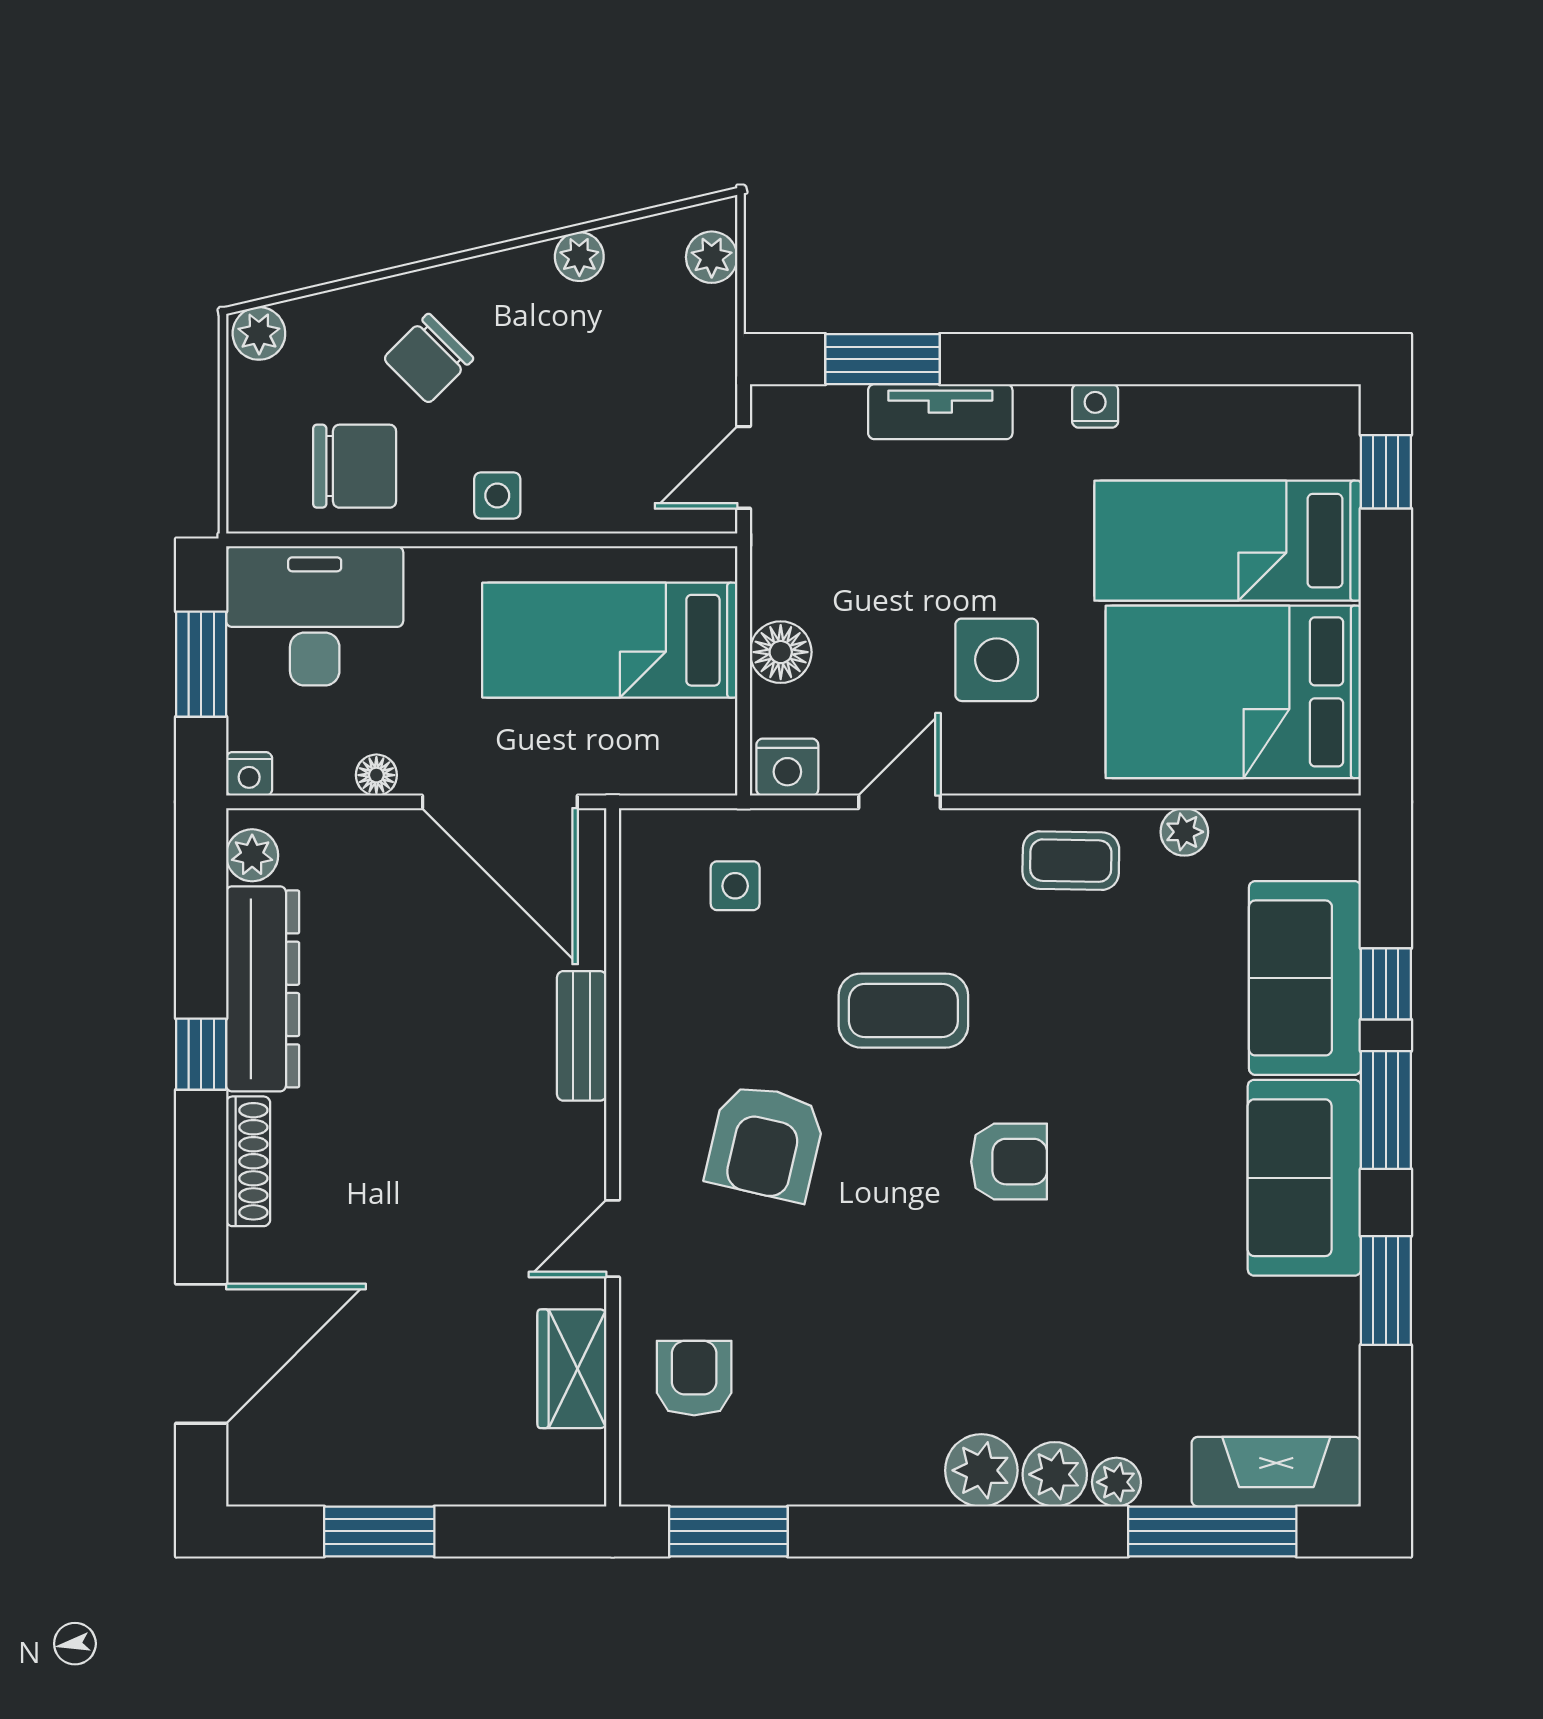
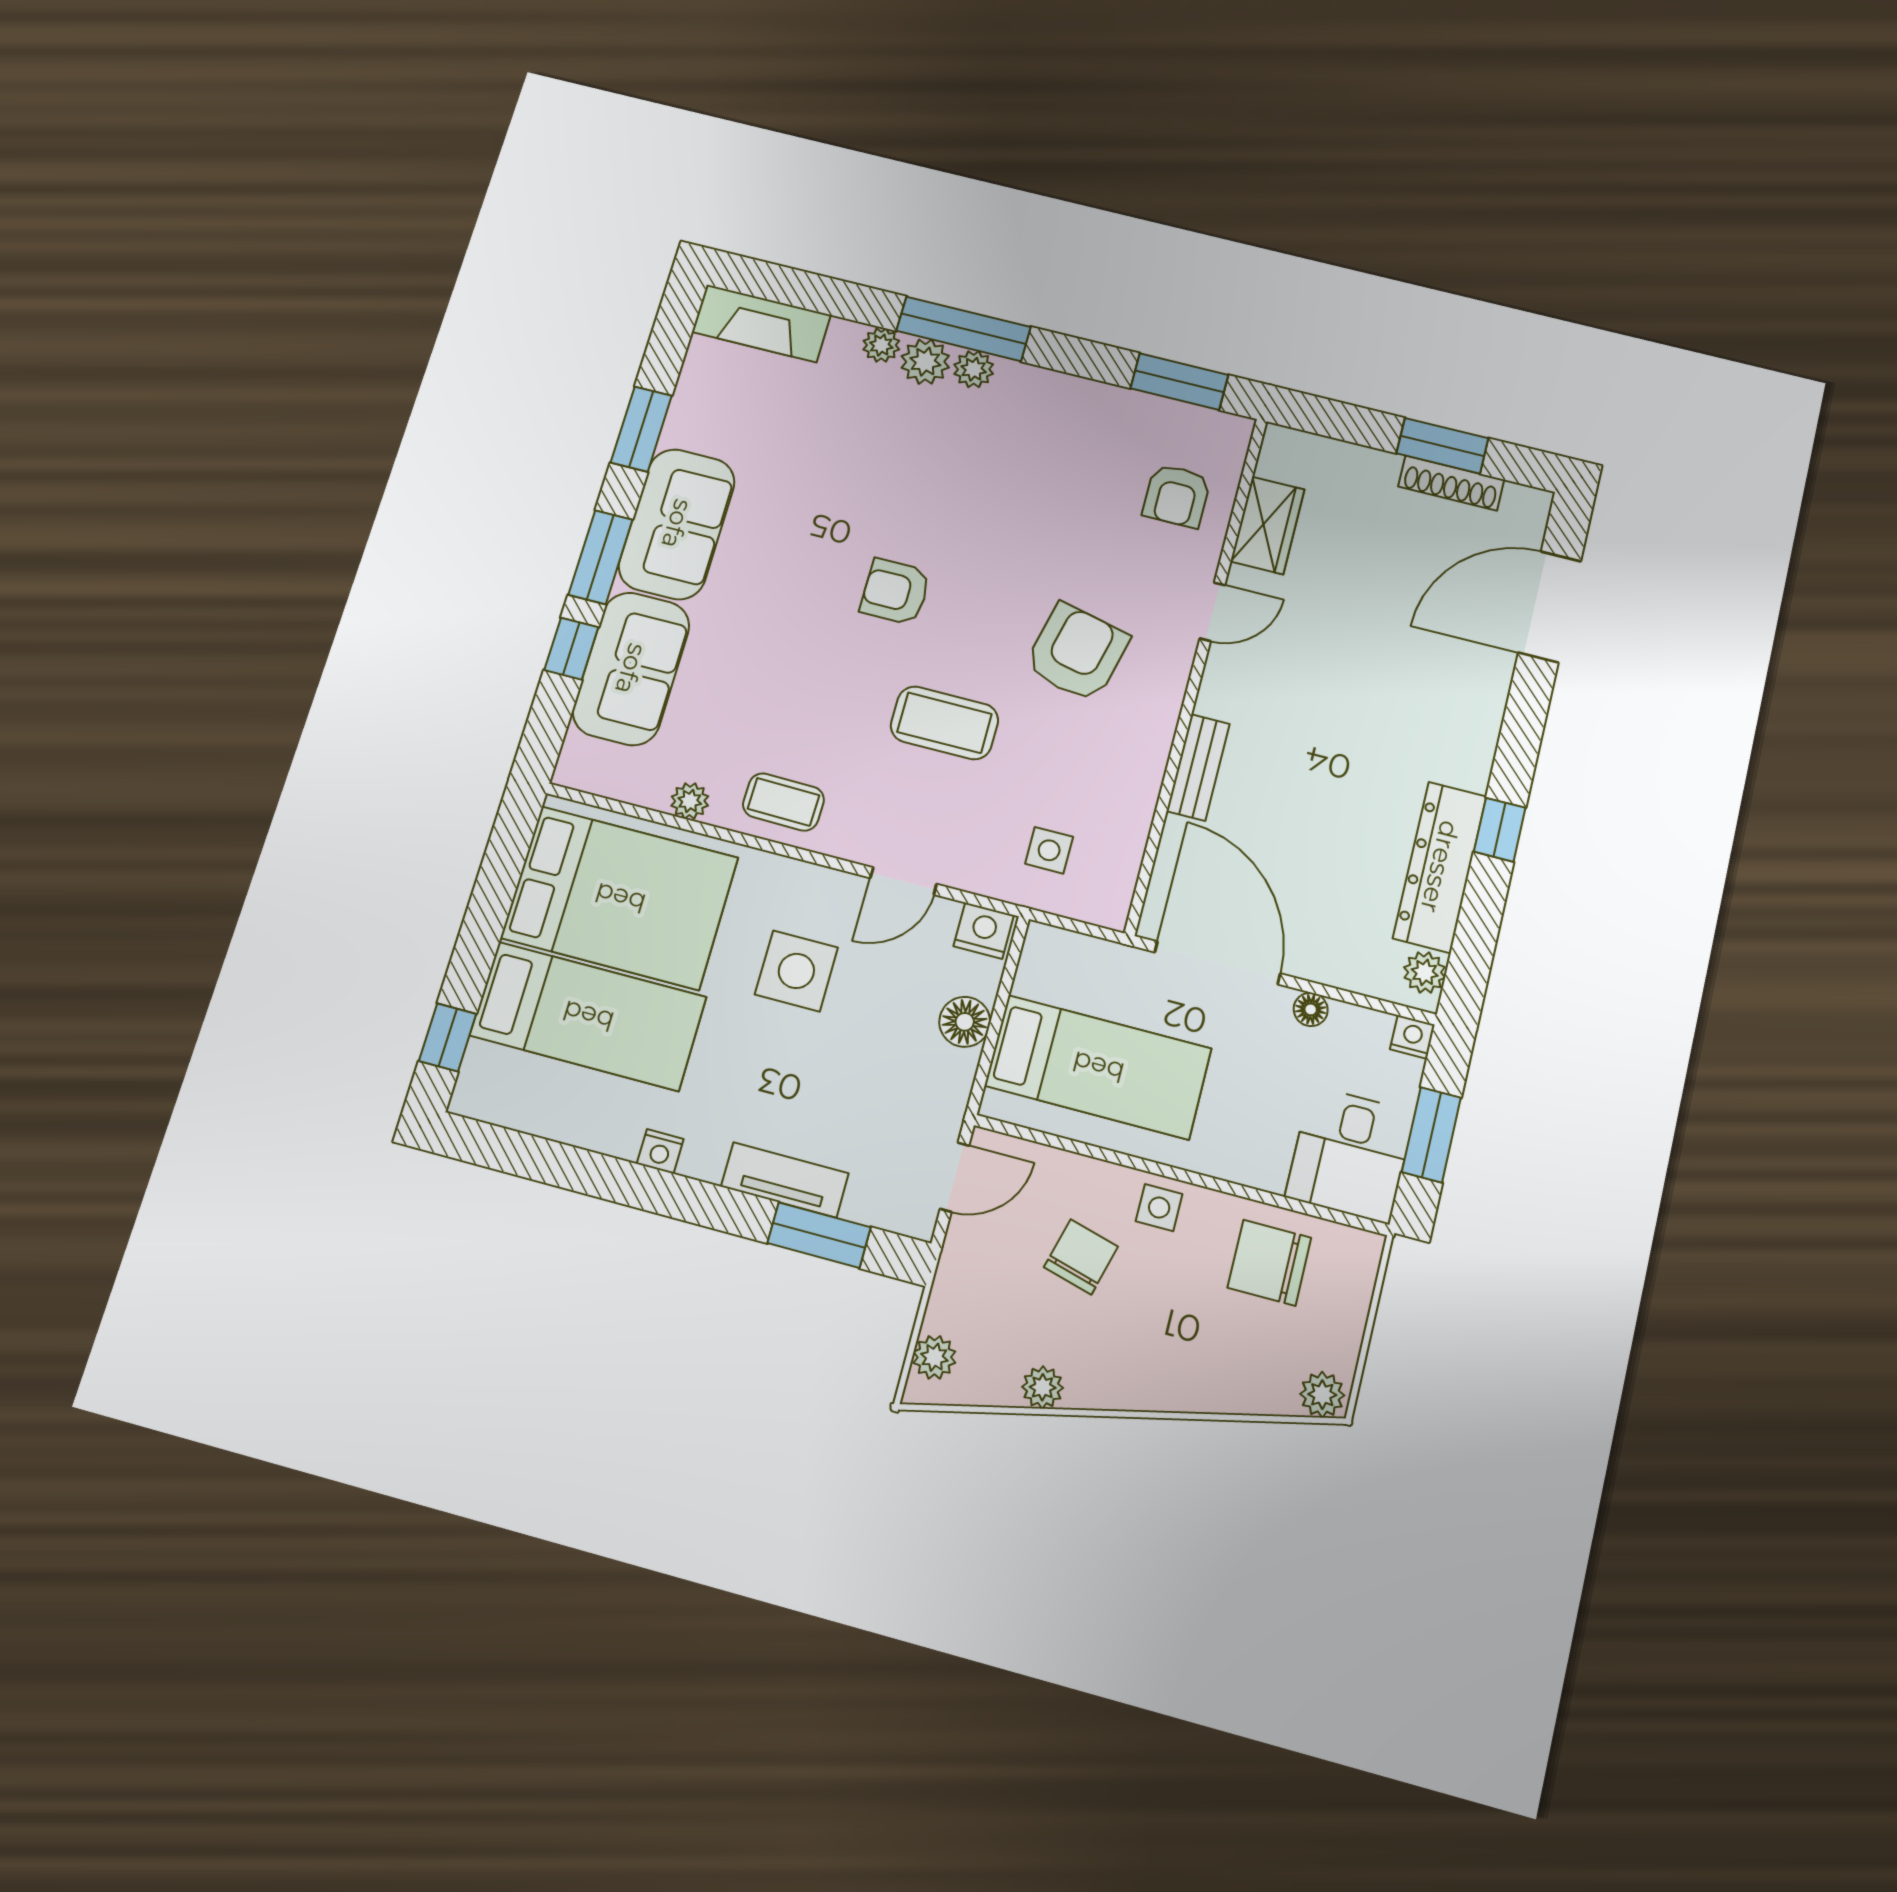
chair: (428, 359) -> (1081, 1257), moved, turned -30
desk: (315, 616) -> (1350, 1154), width x0.73
shoe rack: (248, 1161) -> (1451, 483), moved, turned -90
plant: (981, 1470) -> (974, 369), width x0.73, depth x0.73
window: (1212, 1531) -> (964, 329), moved

